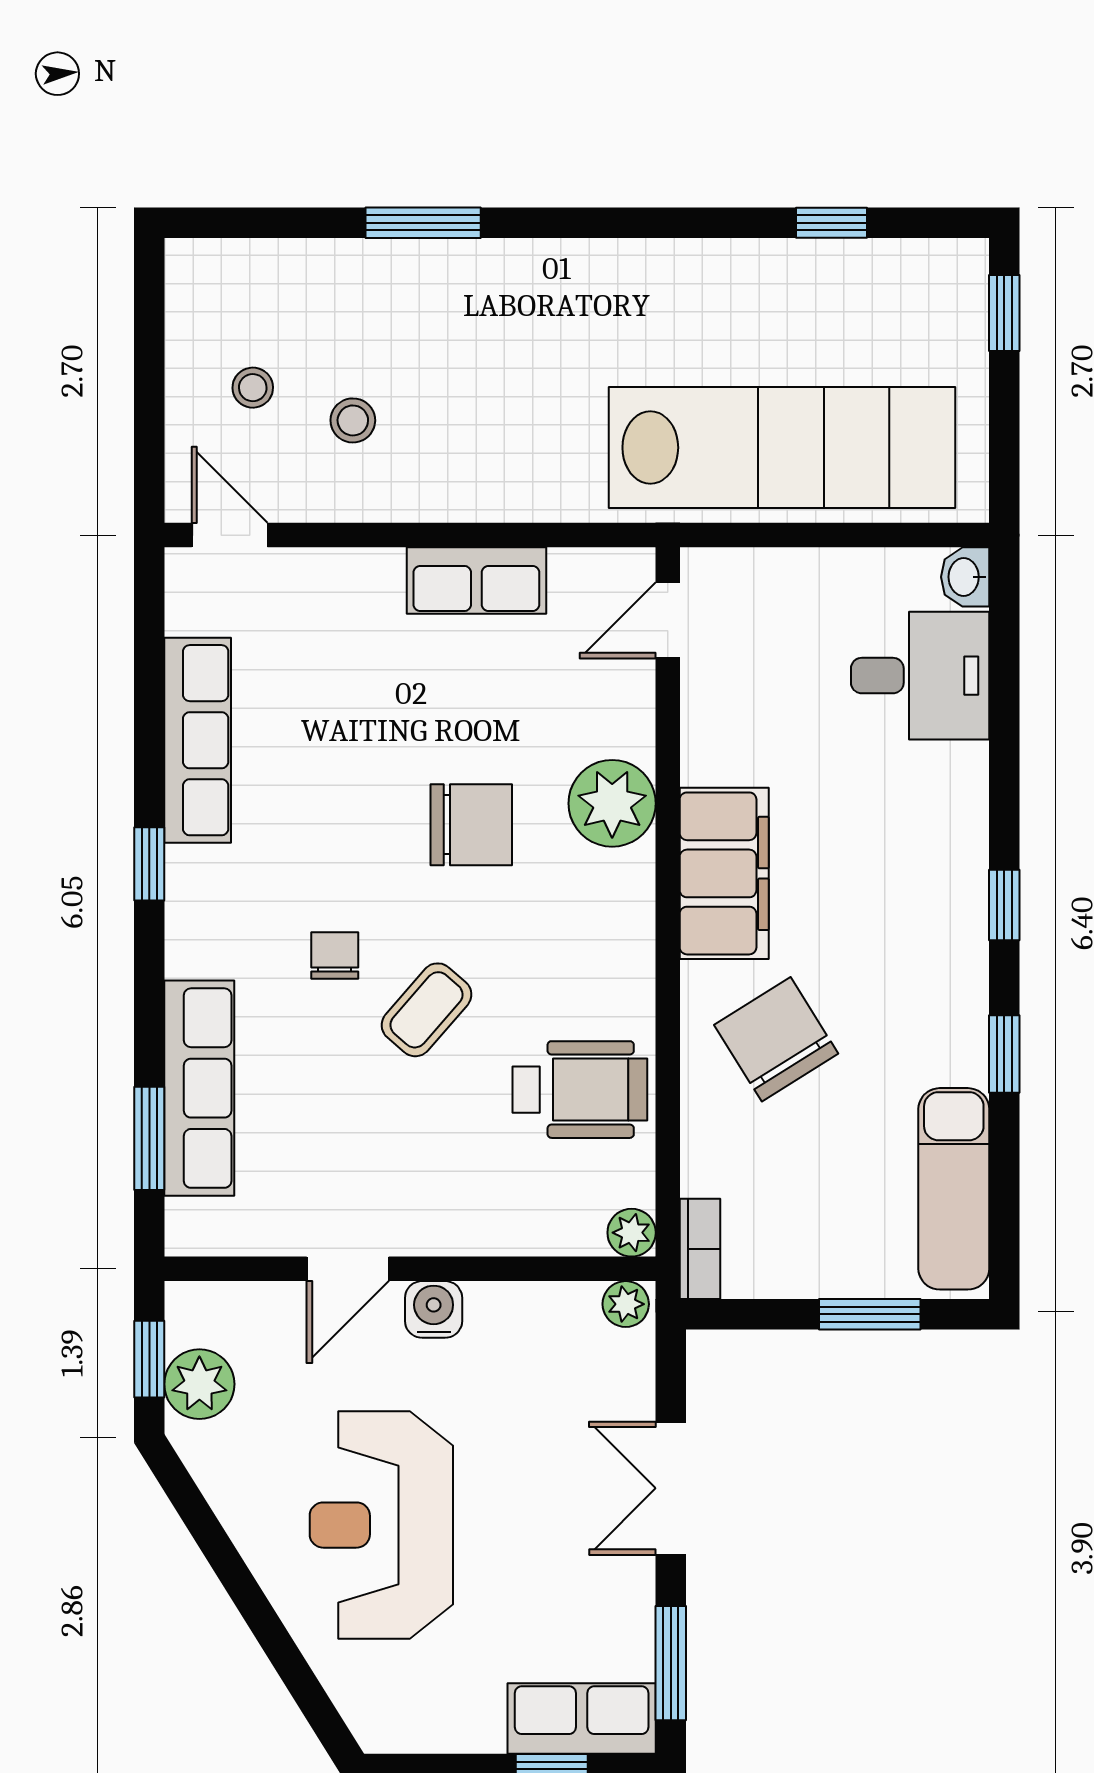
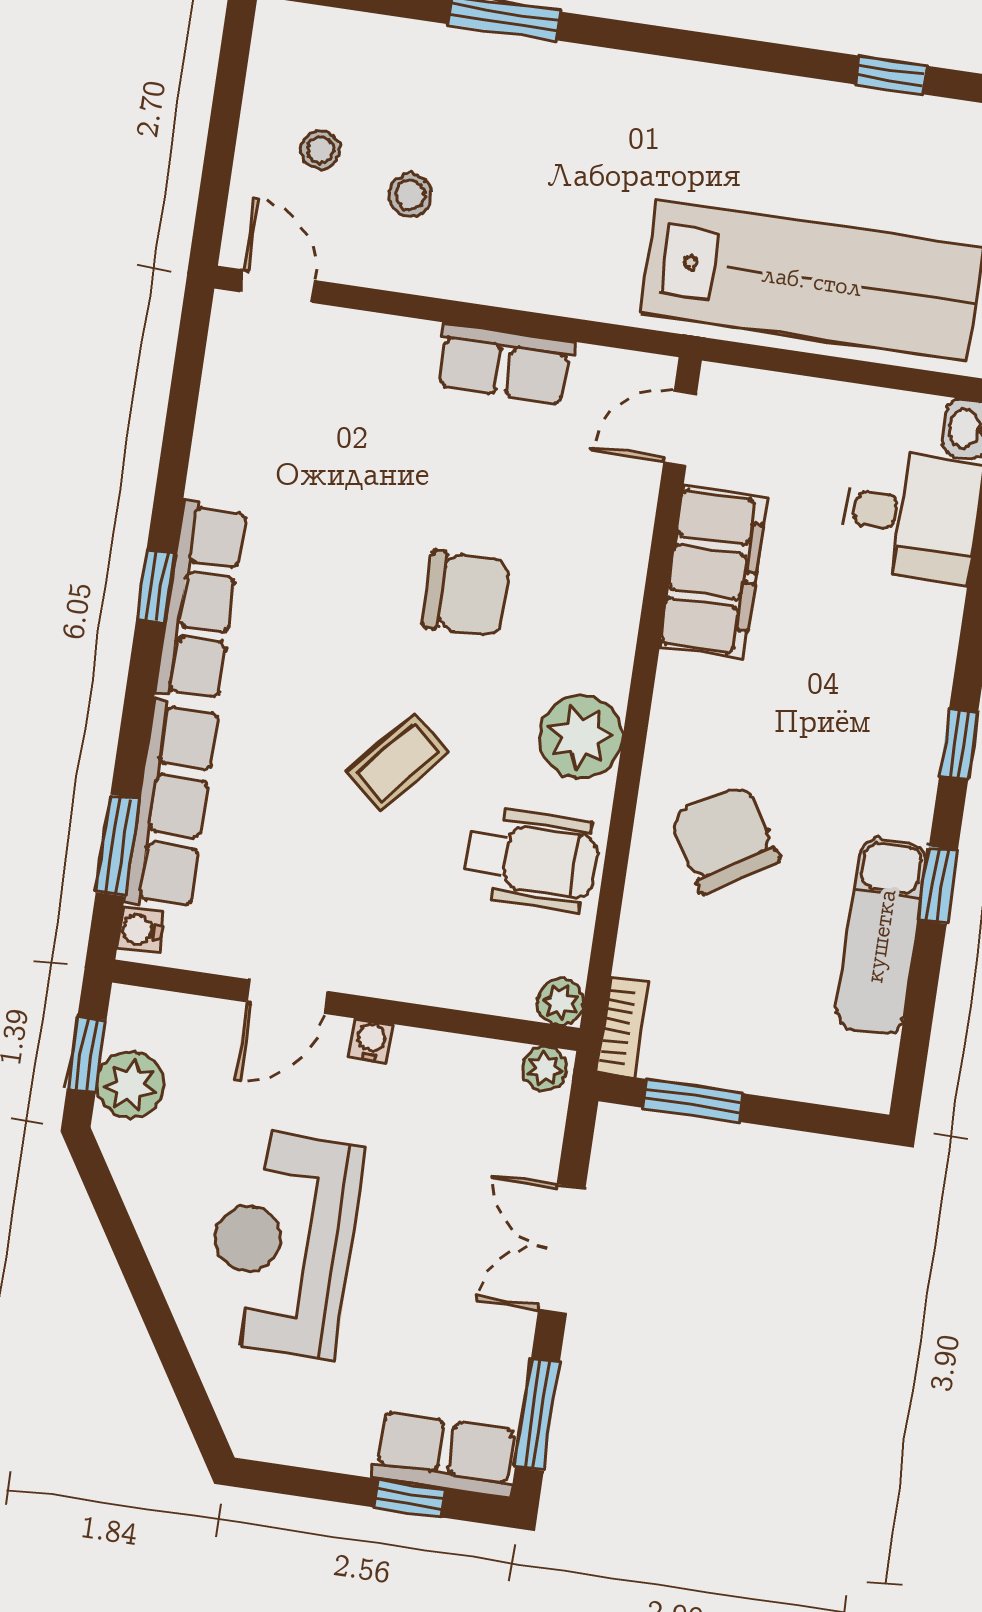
row of seats: (198, 740) -> (200, 601), moved
plant: (612, 803) -> (581, 737), moved
filing cabinet: (724, 873) -> (713, 572), moved
chair: (335, 955) -> (318, 698), removed
exam couch: (954, 1189) -> (881, 936), moved
water cooler: (186, 1222) -> (141, 930), added
water cooler: (434, 1309) -> (371, 1041), width x0.72, depth x0.72
window: (870, 1314) -> (693, 1101), moved

